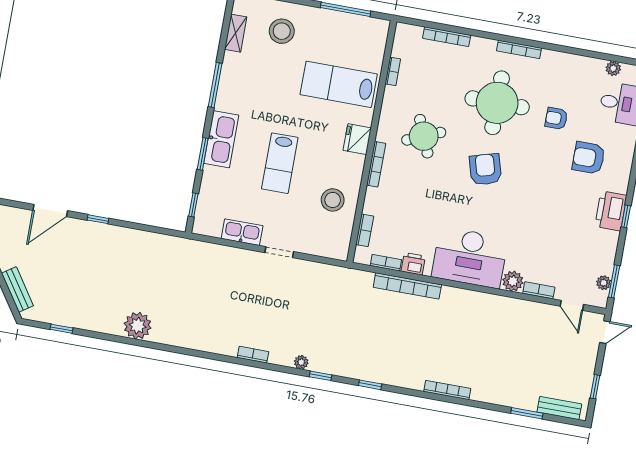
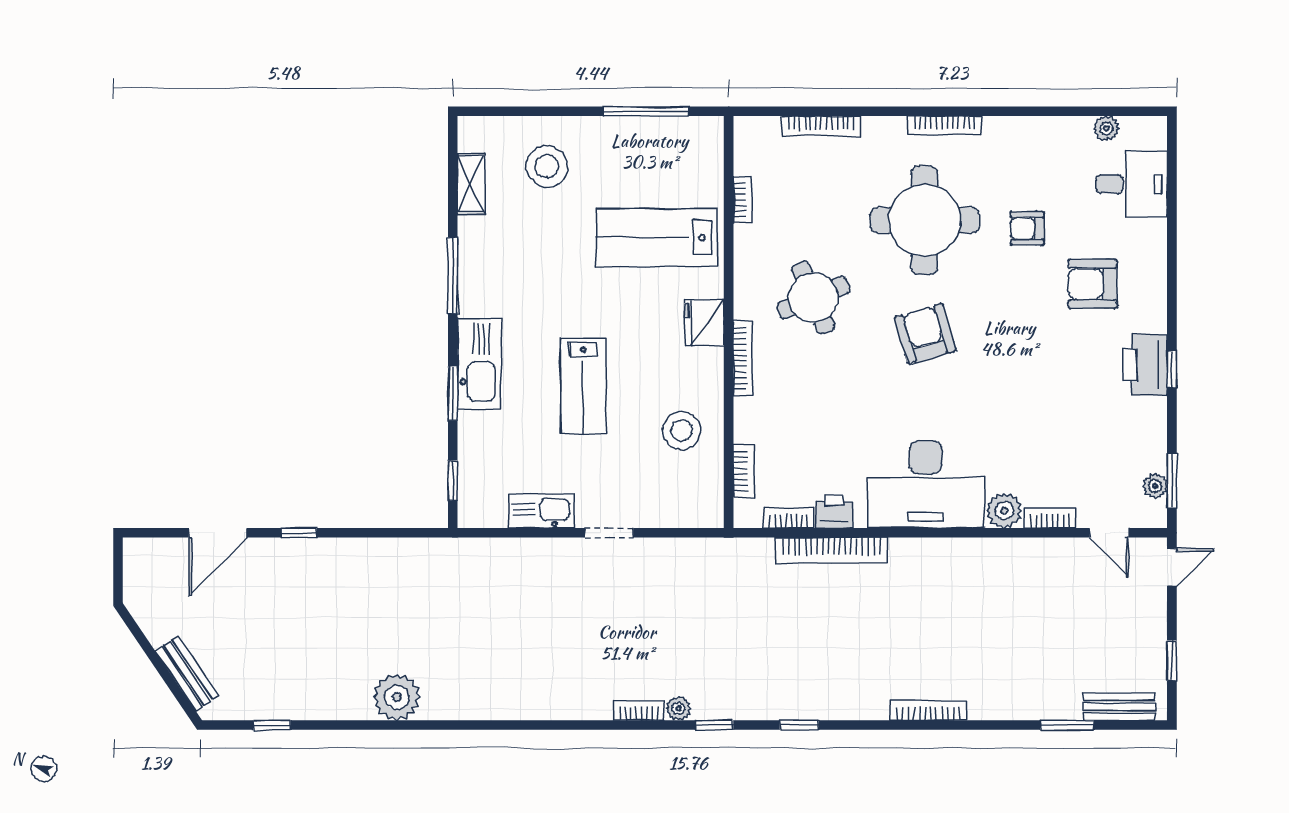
bookcase: (253, 355) -> (639, 710), moved

